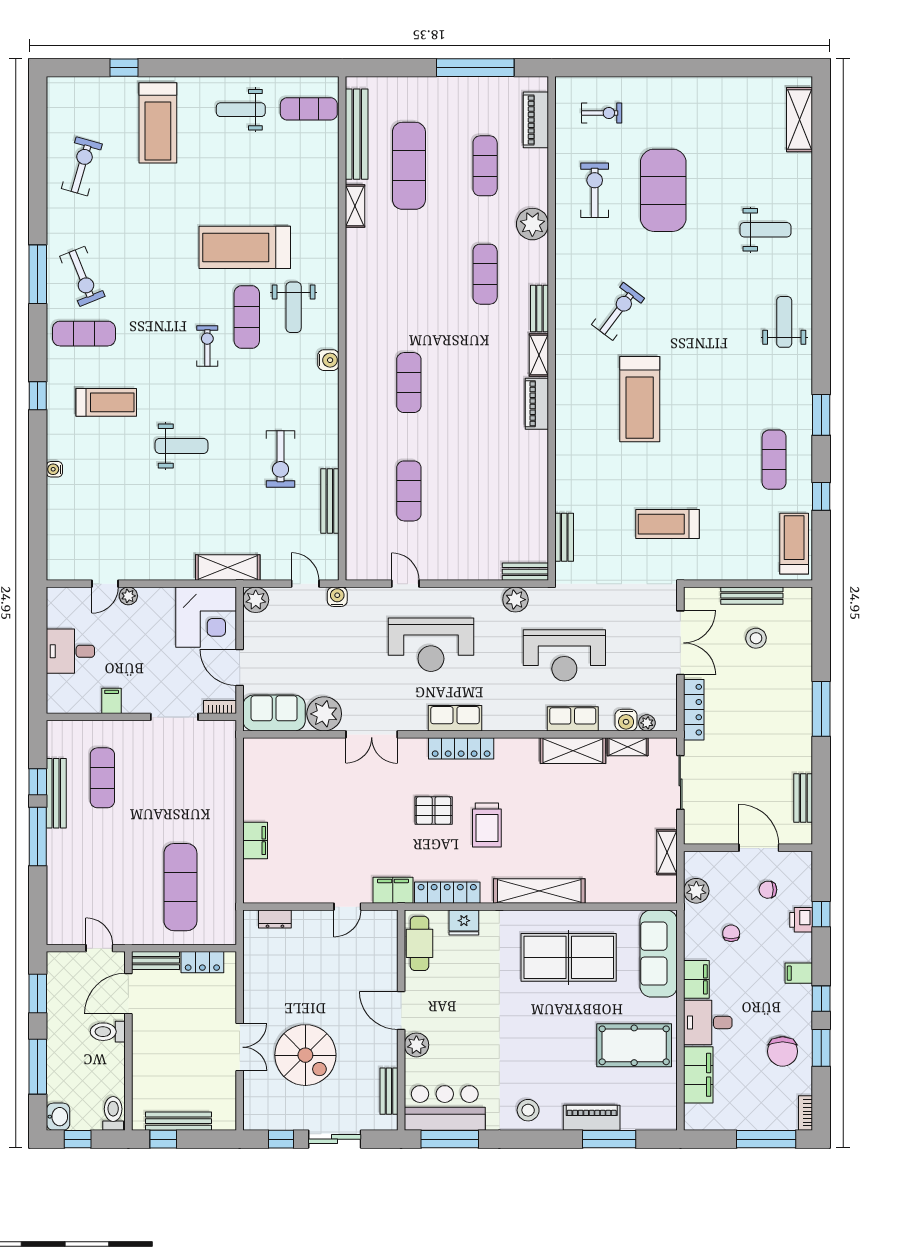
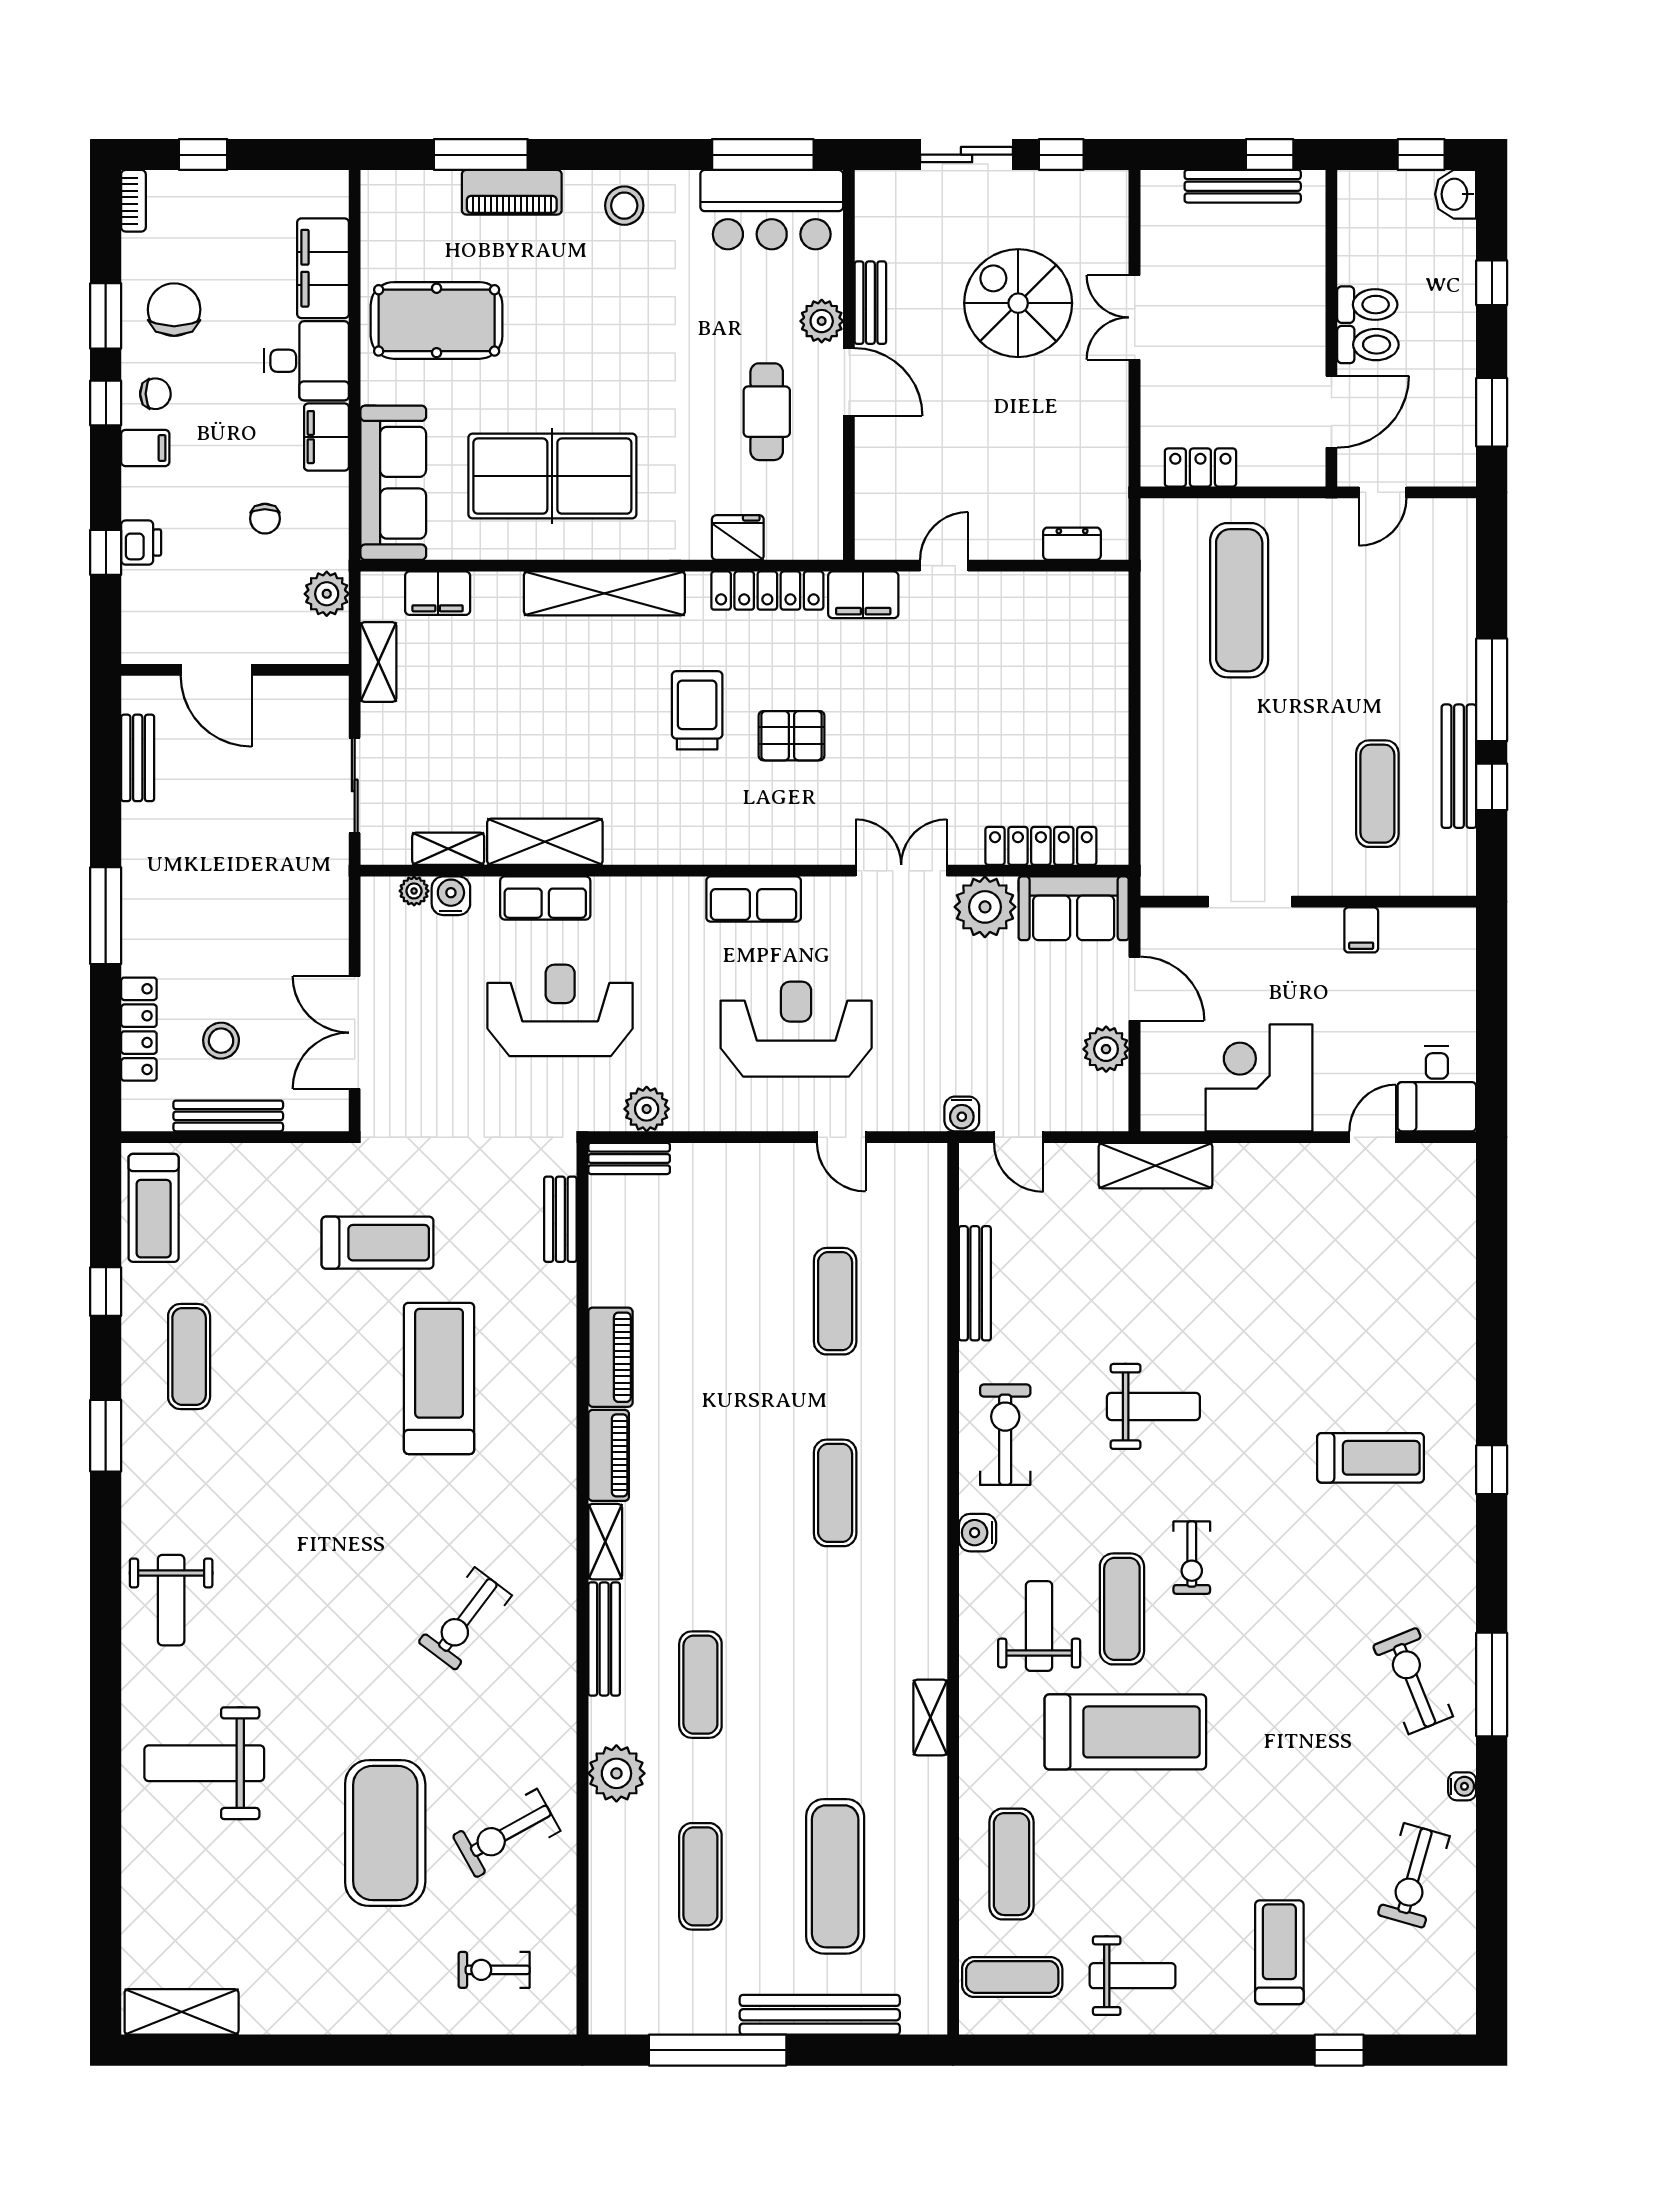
piano: (536, 120) -> (610, 1357), moved
shelving: (800, 120) -> (182, 2012), moved, turned 90
treadmill: (158, 123) -> (1279, 1952), width x0.73, depth x0.73
bench: (357, 134) -> (820, 2015), moved, turned 90
exercise bike: (595, 190) -> (506, 1833), turned 61
shelving: (355, 206) -> (930, 1717), moved
weight bench: (765, 230) -> (204, 1763), width x1.36, depth x1.33
bench: (539, 308) -> (604, 1639), width x1.36
exercise mat: (84, 334) -> (1012, 1864), moved, turned 90
treadmill: (640, 399) -> (439, 1378), moved
treadmill: (106, 402) -> (1371, 1458), turned 180
weight bench: (182, 446) -> (1153, 1406), moved, turned 180
exercise bike: (281, 459) -> (1005, 1435), moved
water cooler: (54, 469) -> (1462, 1786), moved
plant: (128, 596) -> (1331, 1115), removed
plant: (256, 600) -> (1106, 1049), moved
corner desk: (206, 617) -> (1259, 1078), moved
desk: (70, 651) -> (1437, 1089), moved, turned 90
bookcase: (220, 707) -> (1169, 919), removed
locker: (694, 710) -> (139, 1029), moved, turned 180
locker: (461, 748) -> (1041, 846), moved
filing cabinet: (255, 840) -> (438, 593), moved, turned -90
chair: (768, 890) -> (155, 394), moved
cafe table: (420, 943) -> (767, 412), moved
door: (99, 948) -> (1383, 492), hinge flipped
bench: (155, 961) -> (1283, 470), removed
window: (38, 1067) -> (1492, 283), width x0.46
bench: (389, 1091) -> (870, 303), moved
toilet: (113, 1113) -> (1367, 305), moved, turned -90
window: (766, 1139) -> (203, 155), width x0.46

